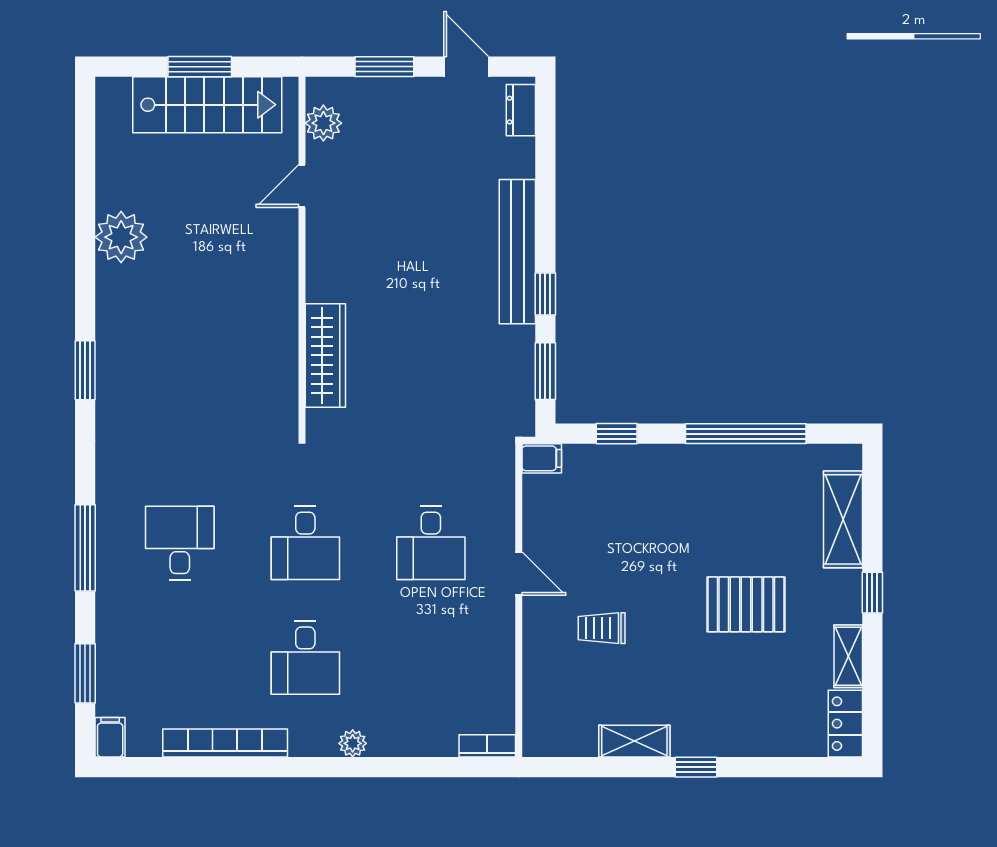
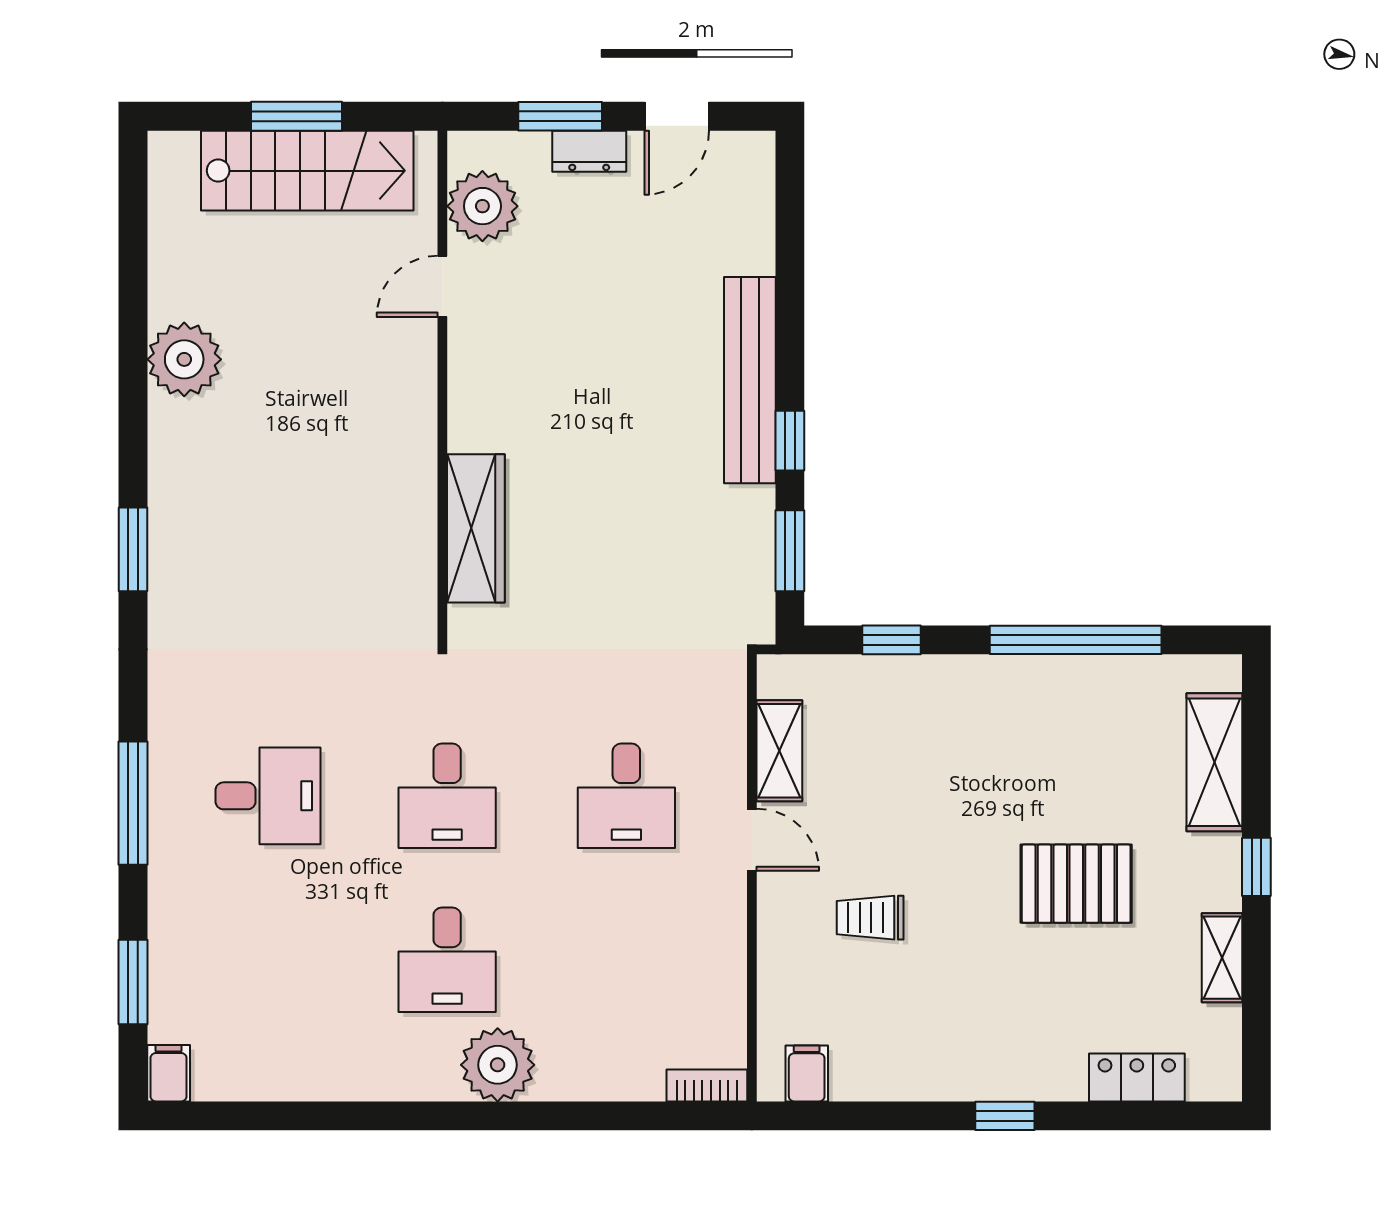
door: (466, 67) -> (677, 116), swing flipped
dresser: (521, 110) -> (589, 151), moved, turned -90
plant: (323, 123) -> (482, 206), width x1.36, depth x1.36
filing cabinet: (542, 458) -> (807, 1073), moved, turned -90
desk: (180, 543) -> (268, 796), turned 90
locker: (845, 724) -> (1137, 1077), moved, turned 90
shelving: (634, 741) -> (779, 751), moved, turned 90
bookcase: (225, 743) -> (333, 1081), removed
plant: (353, 743) -> (498, 1065), width x1.88, depth x1.88

